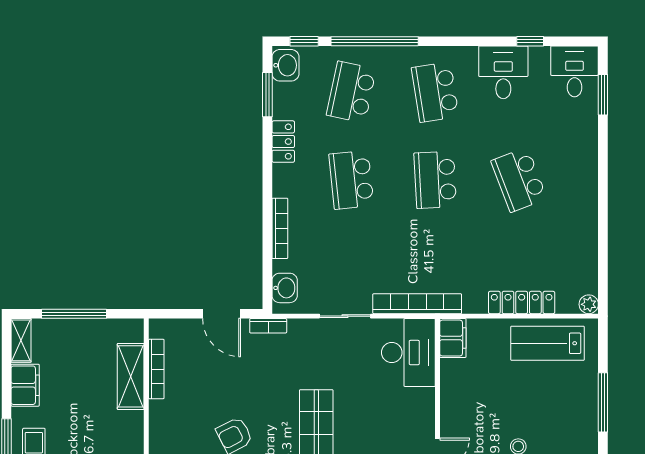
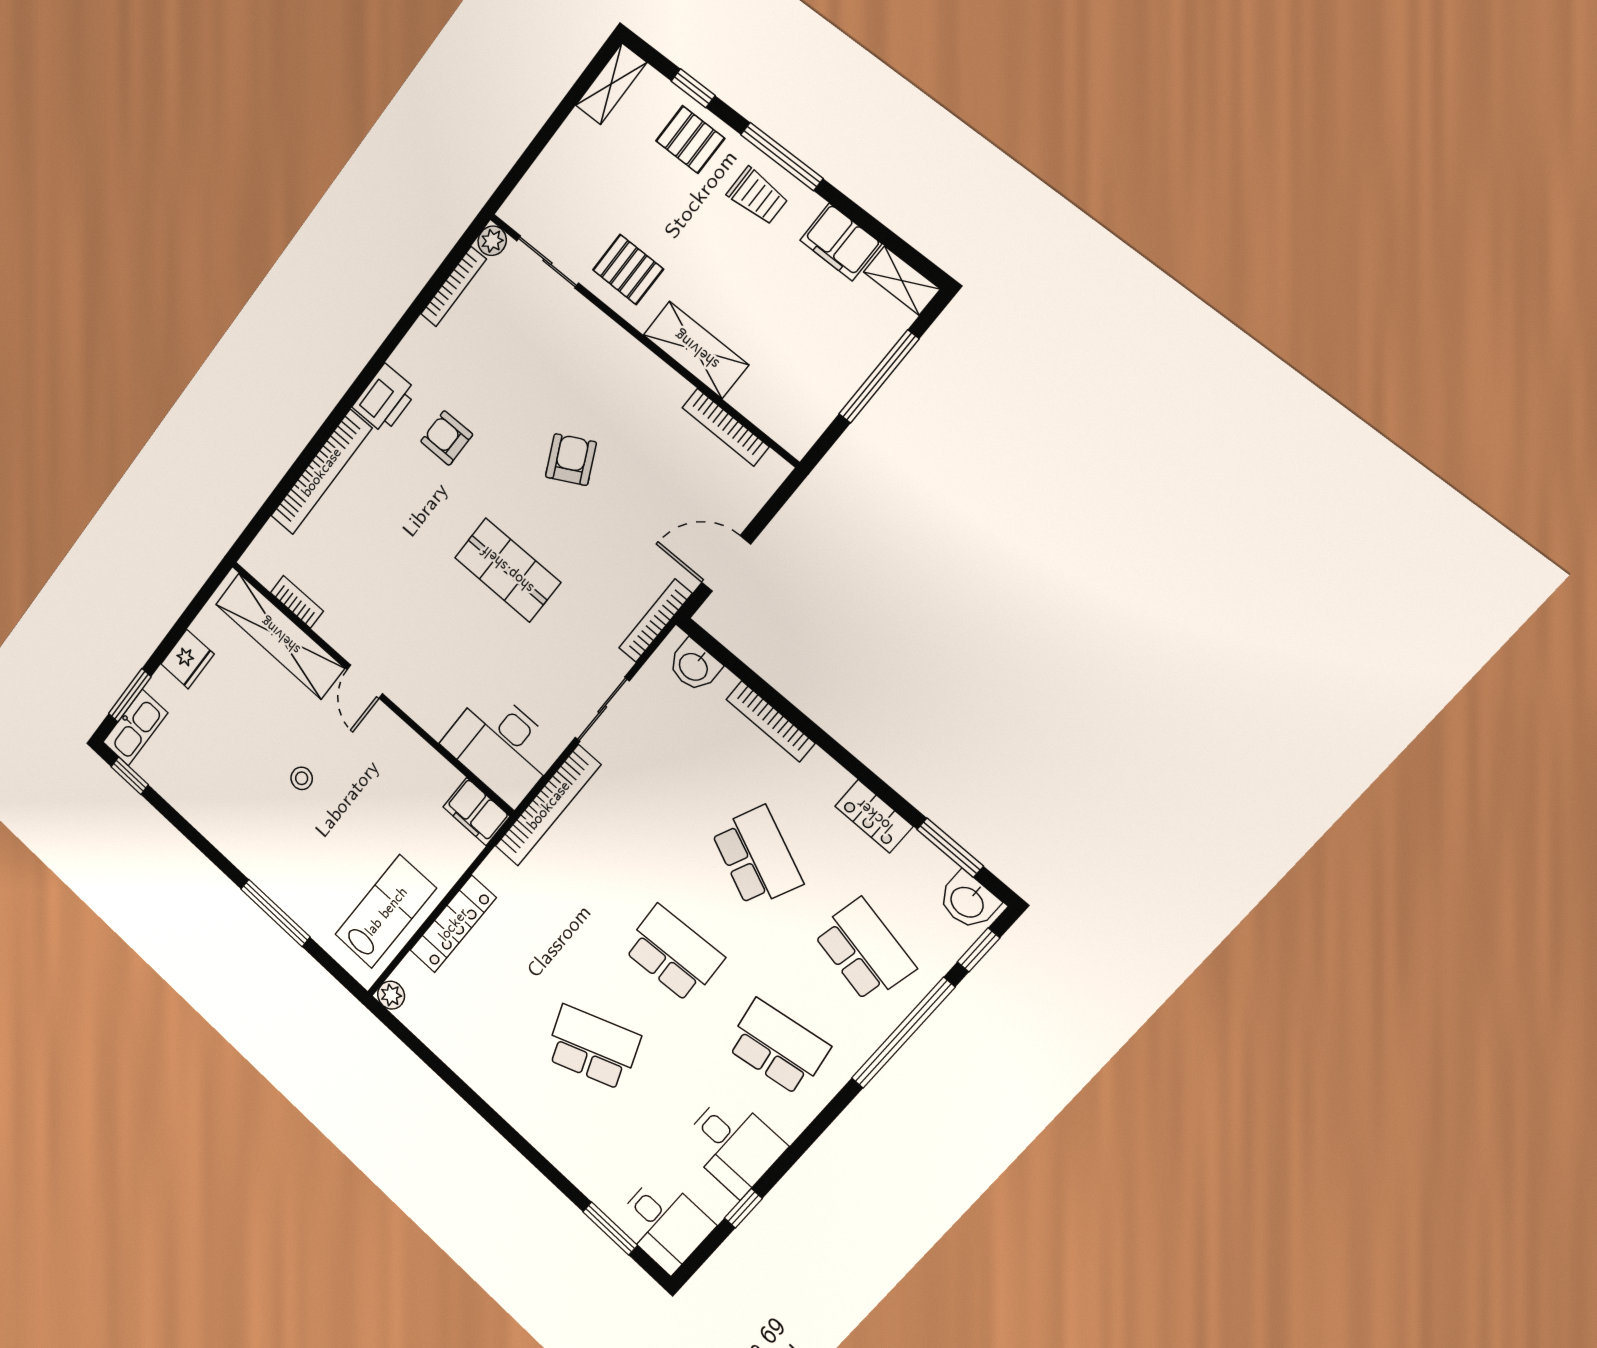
school desk: (351, 180) -> (757, 857), turned 30
bookcase: (268, 326) -> (655, 621), width x1.56
shelving: (131, 376) -> (696, 350), moved

